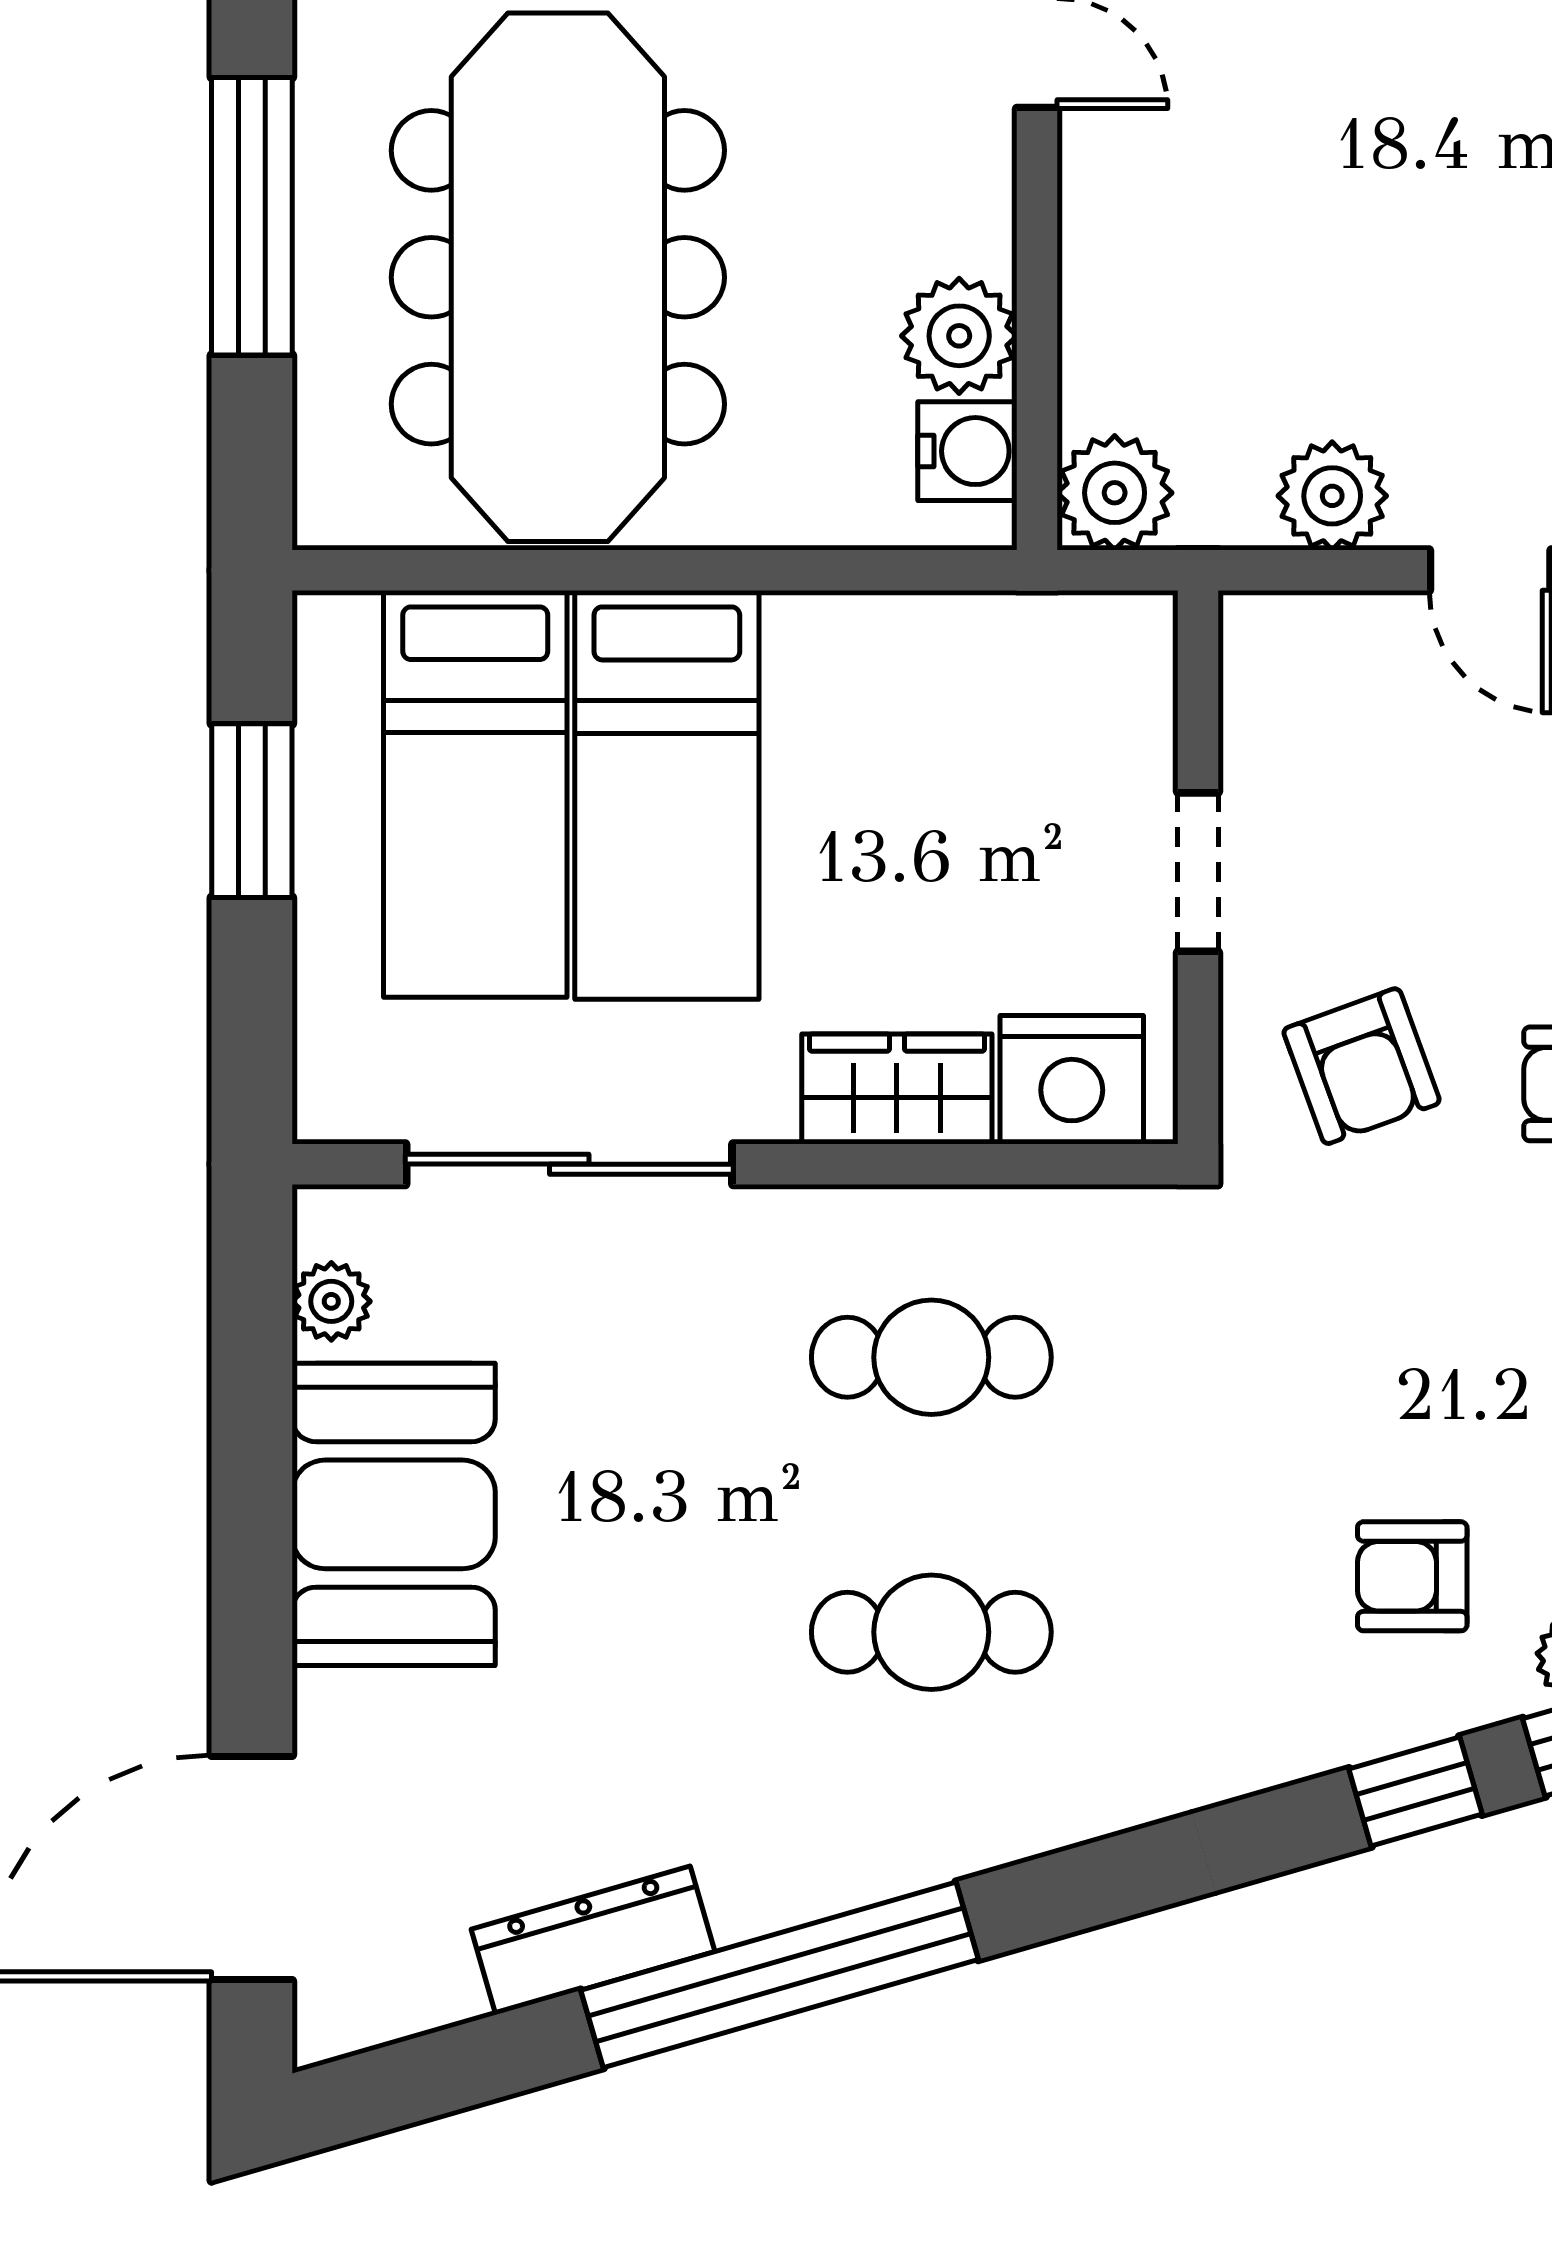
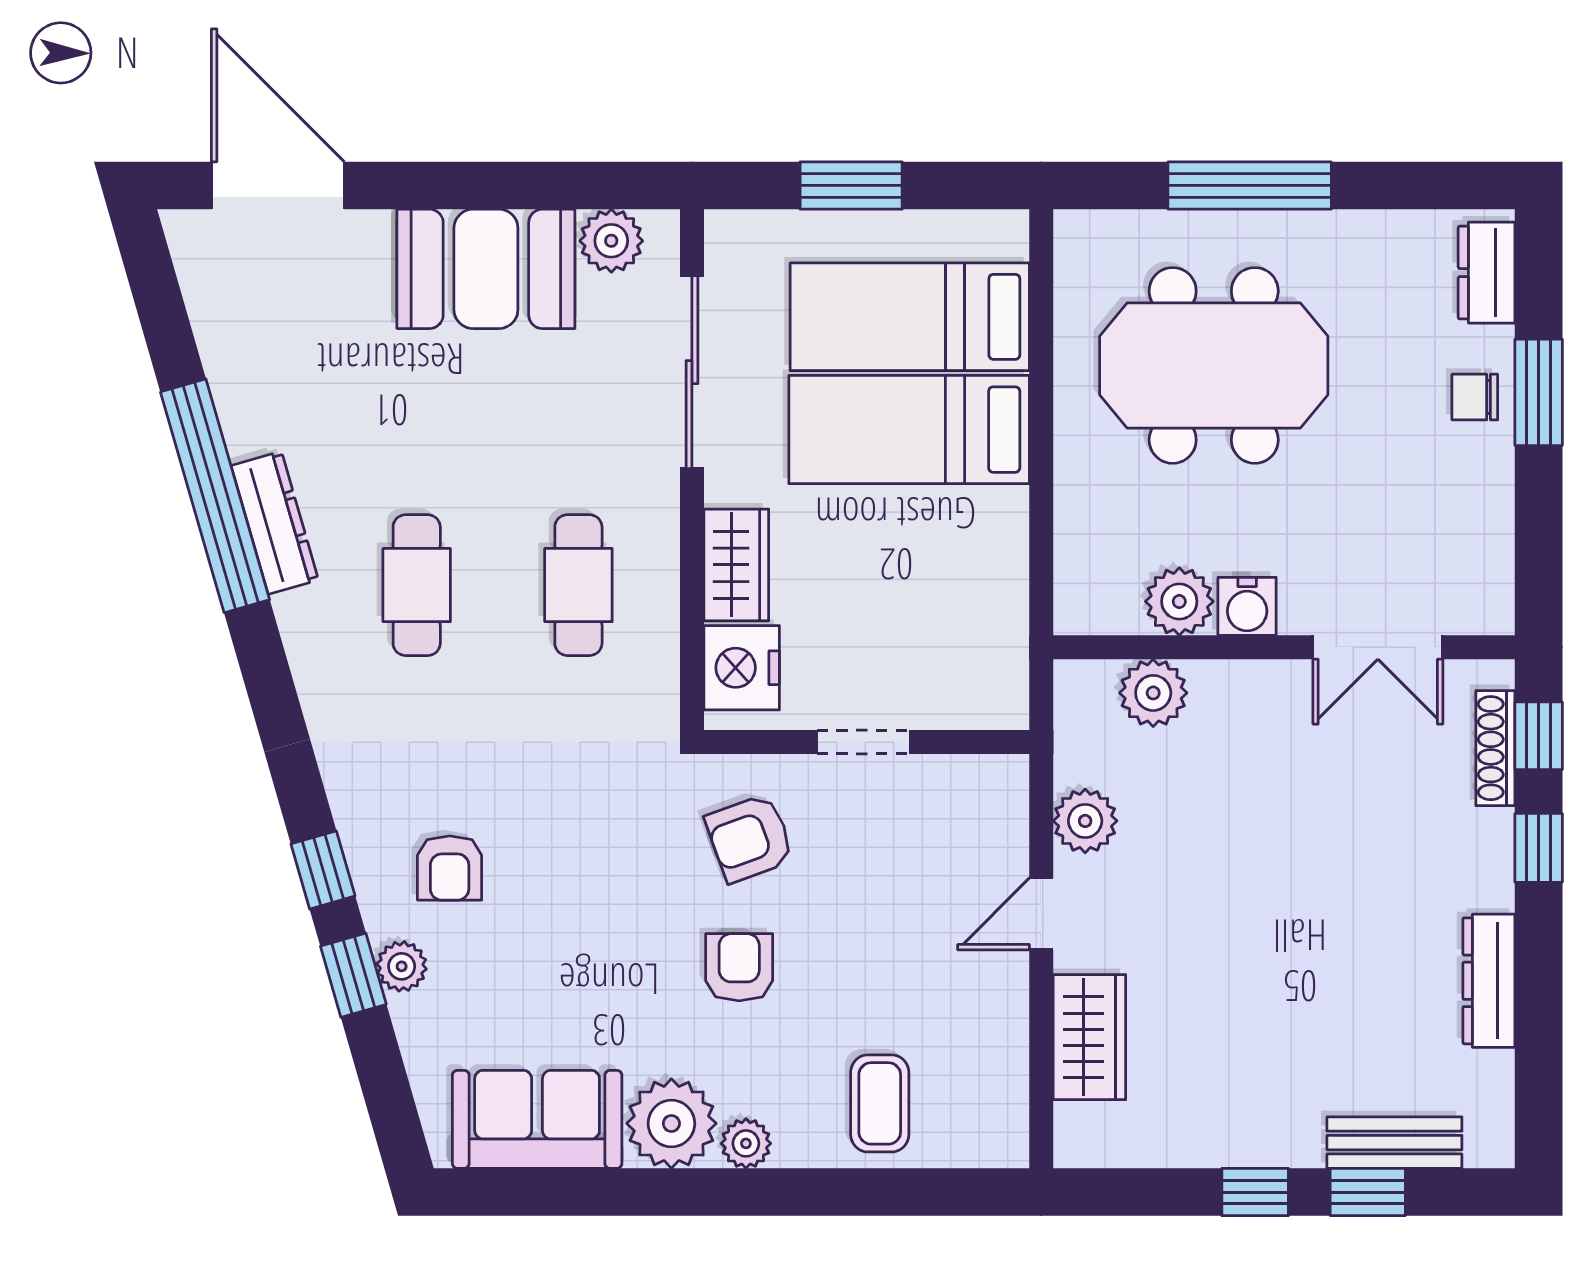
meeting table: (558, 277) -> (1214, 365), width x0.73
water cooler: (967, 451) -> (1247, 606), moved
plant: (1115, 493) -> (1153, 693), moved
window: (252, 811) -> (851, 185), moved
plant: (331, 1301) -> (611, 241), width x1.38, depth x1.38
armchair: (1412, 1576) -> (450, 868), turned 180
dresser: (593, 1940) -> (275, 523), moved

